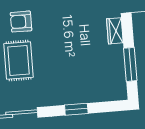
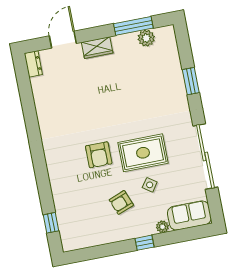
plant: (118, 75) -> (146, 38), added

